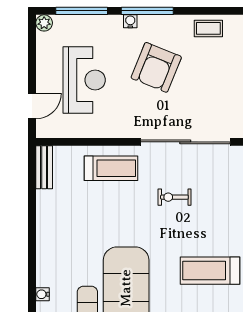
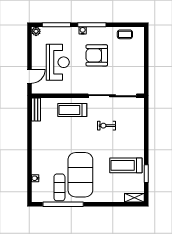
armchair: (156, 67) -> (97, 55), turned 68
treadmill: (111, 168) -> (72, 110), turned 180

